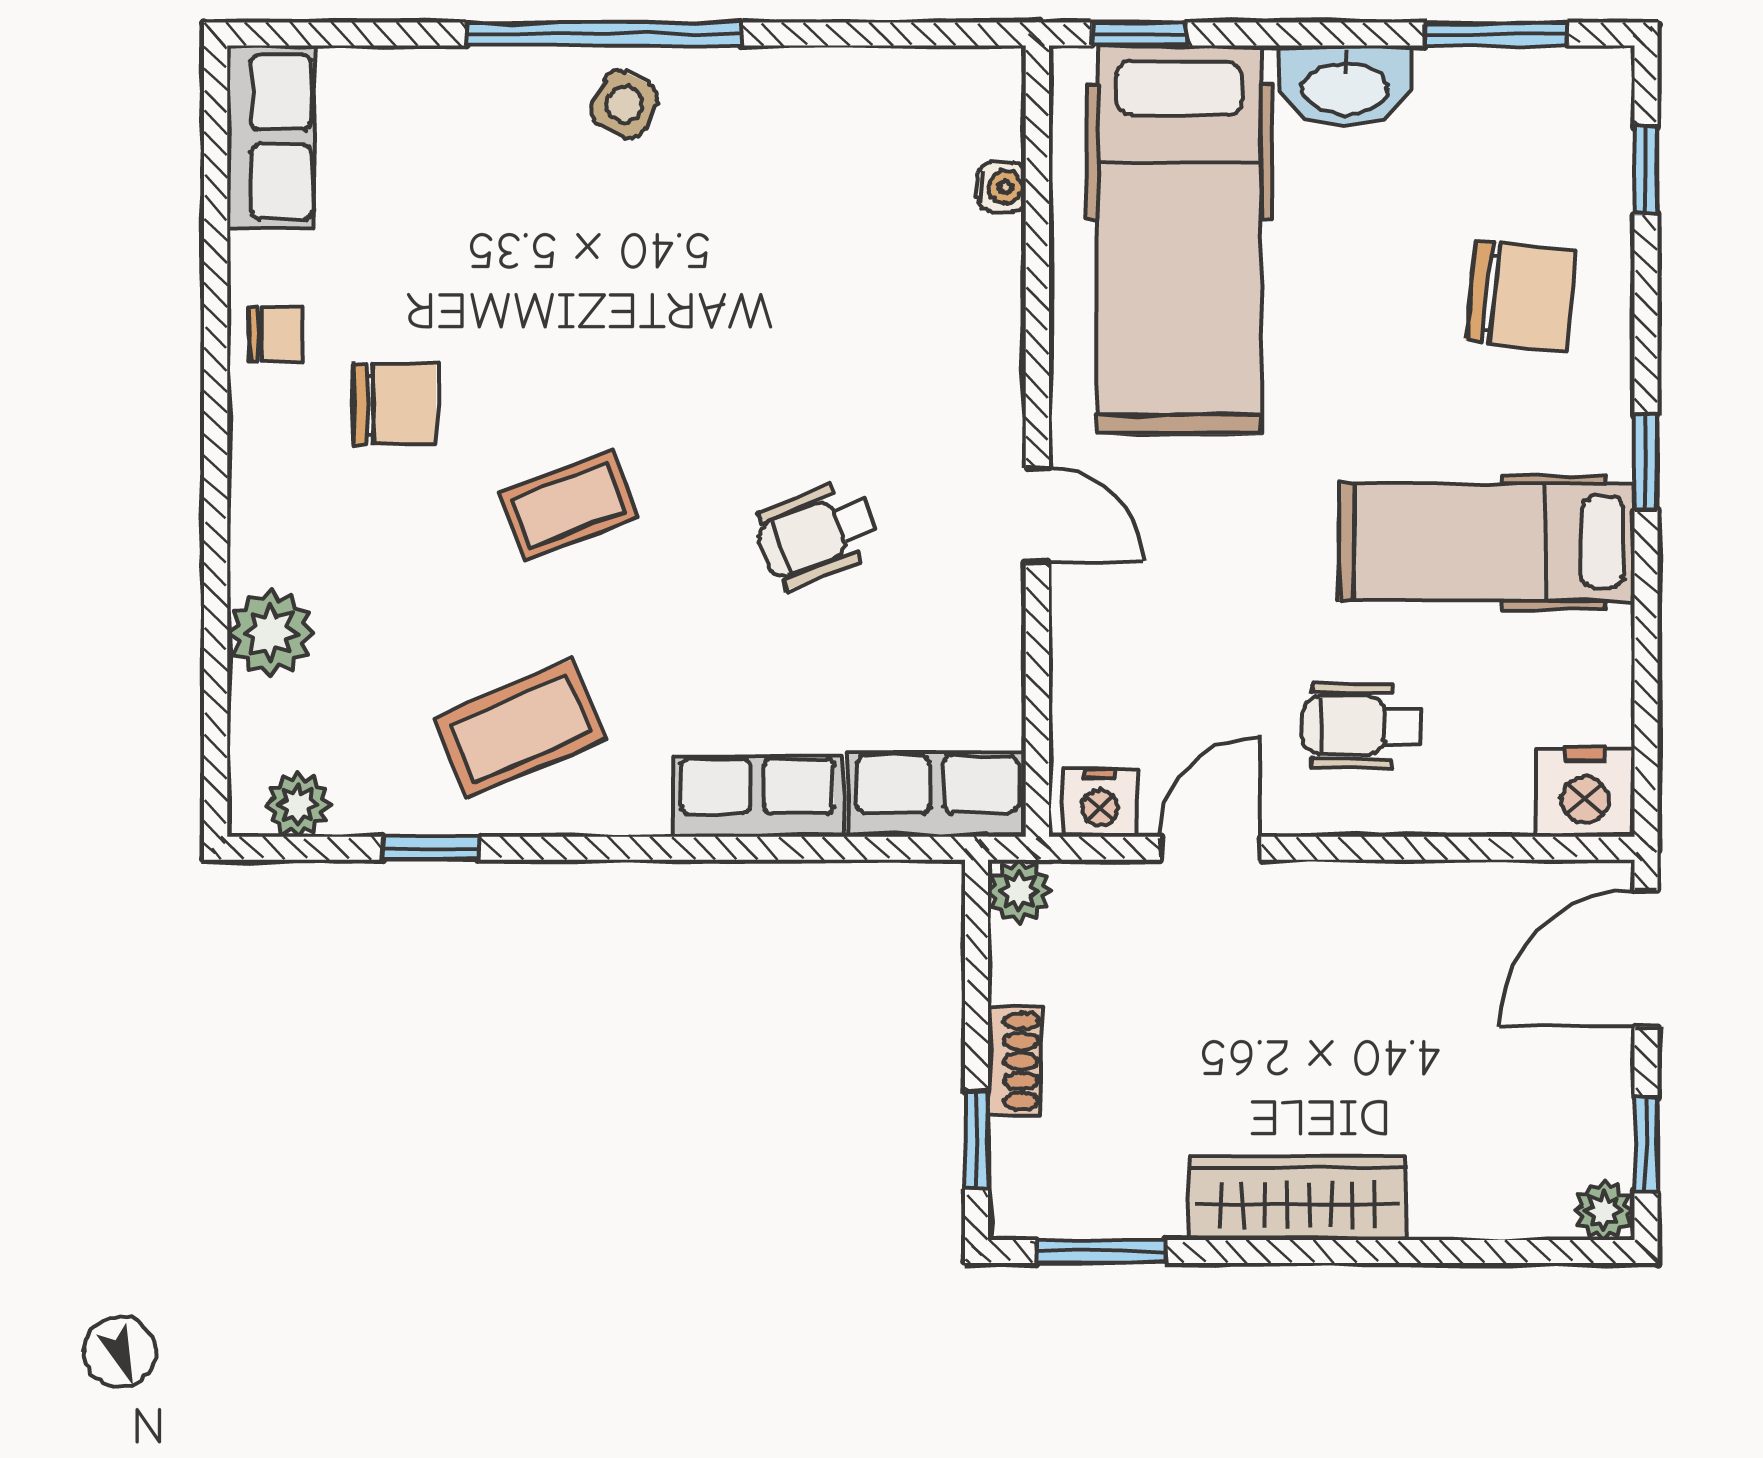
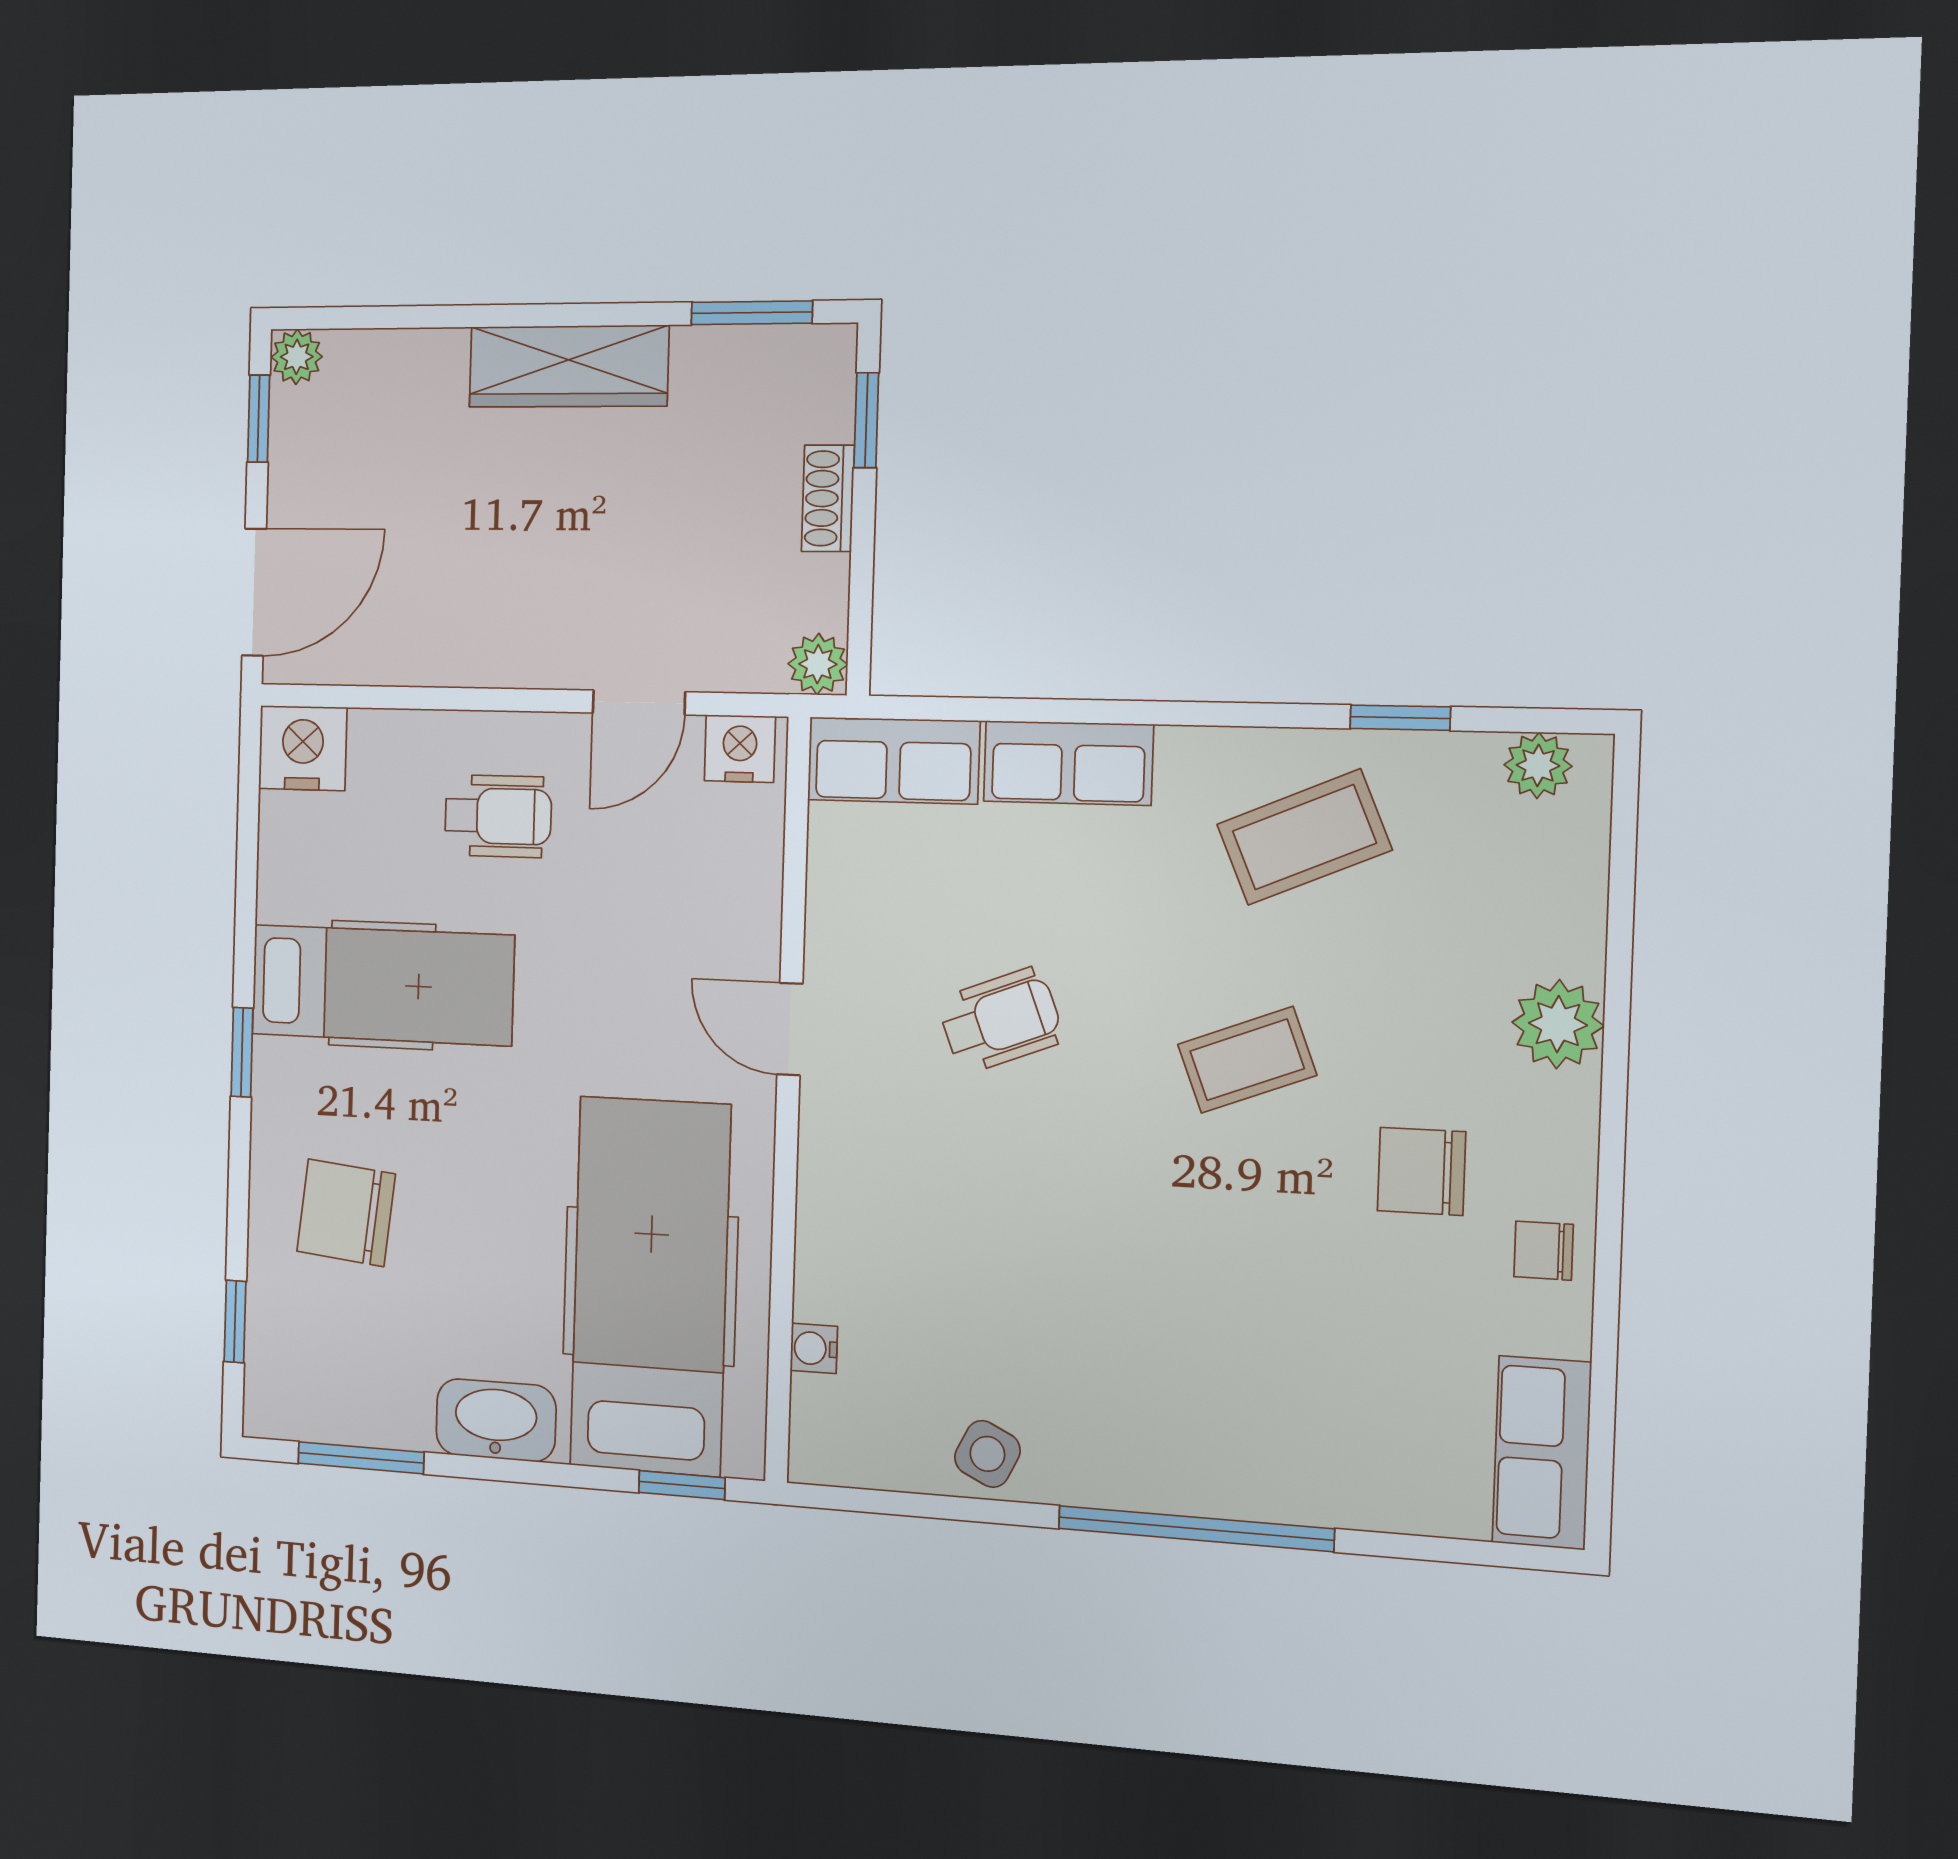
side table: (624, 104) -> (987, 1454), moved
plant: (270, 633) -> (1558, 1024), moved

